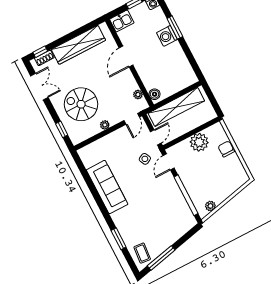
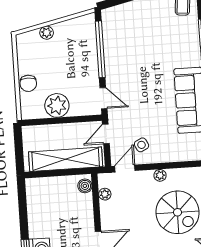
side table: (145, 159) -> (142, 145), moved
door: (169, 162) -> (104, 98), hinge flipped
plant: (210, 206) -> (47, 33), moved

